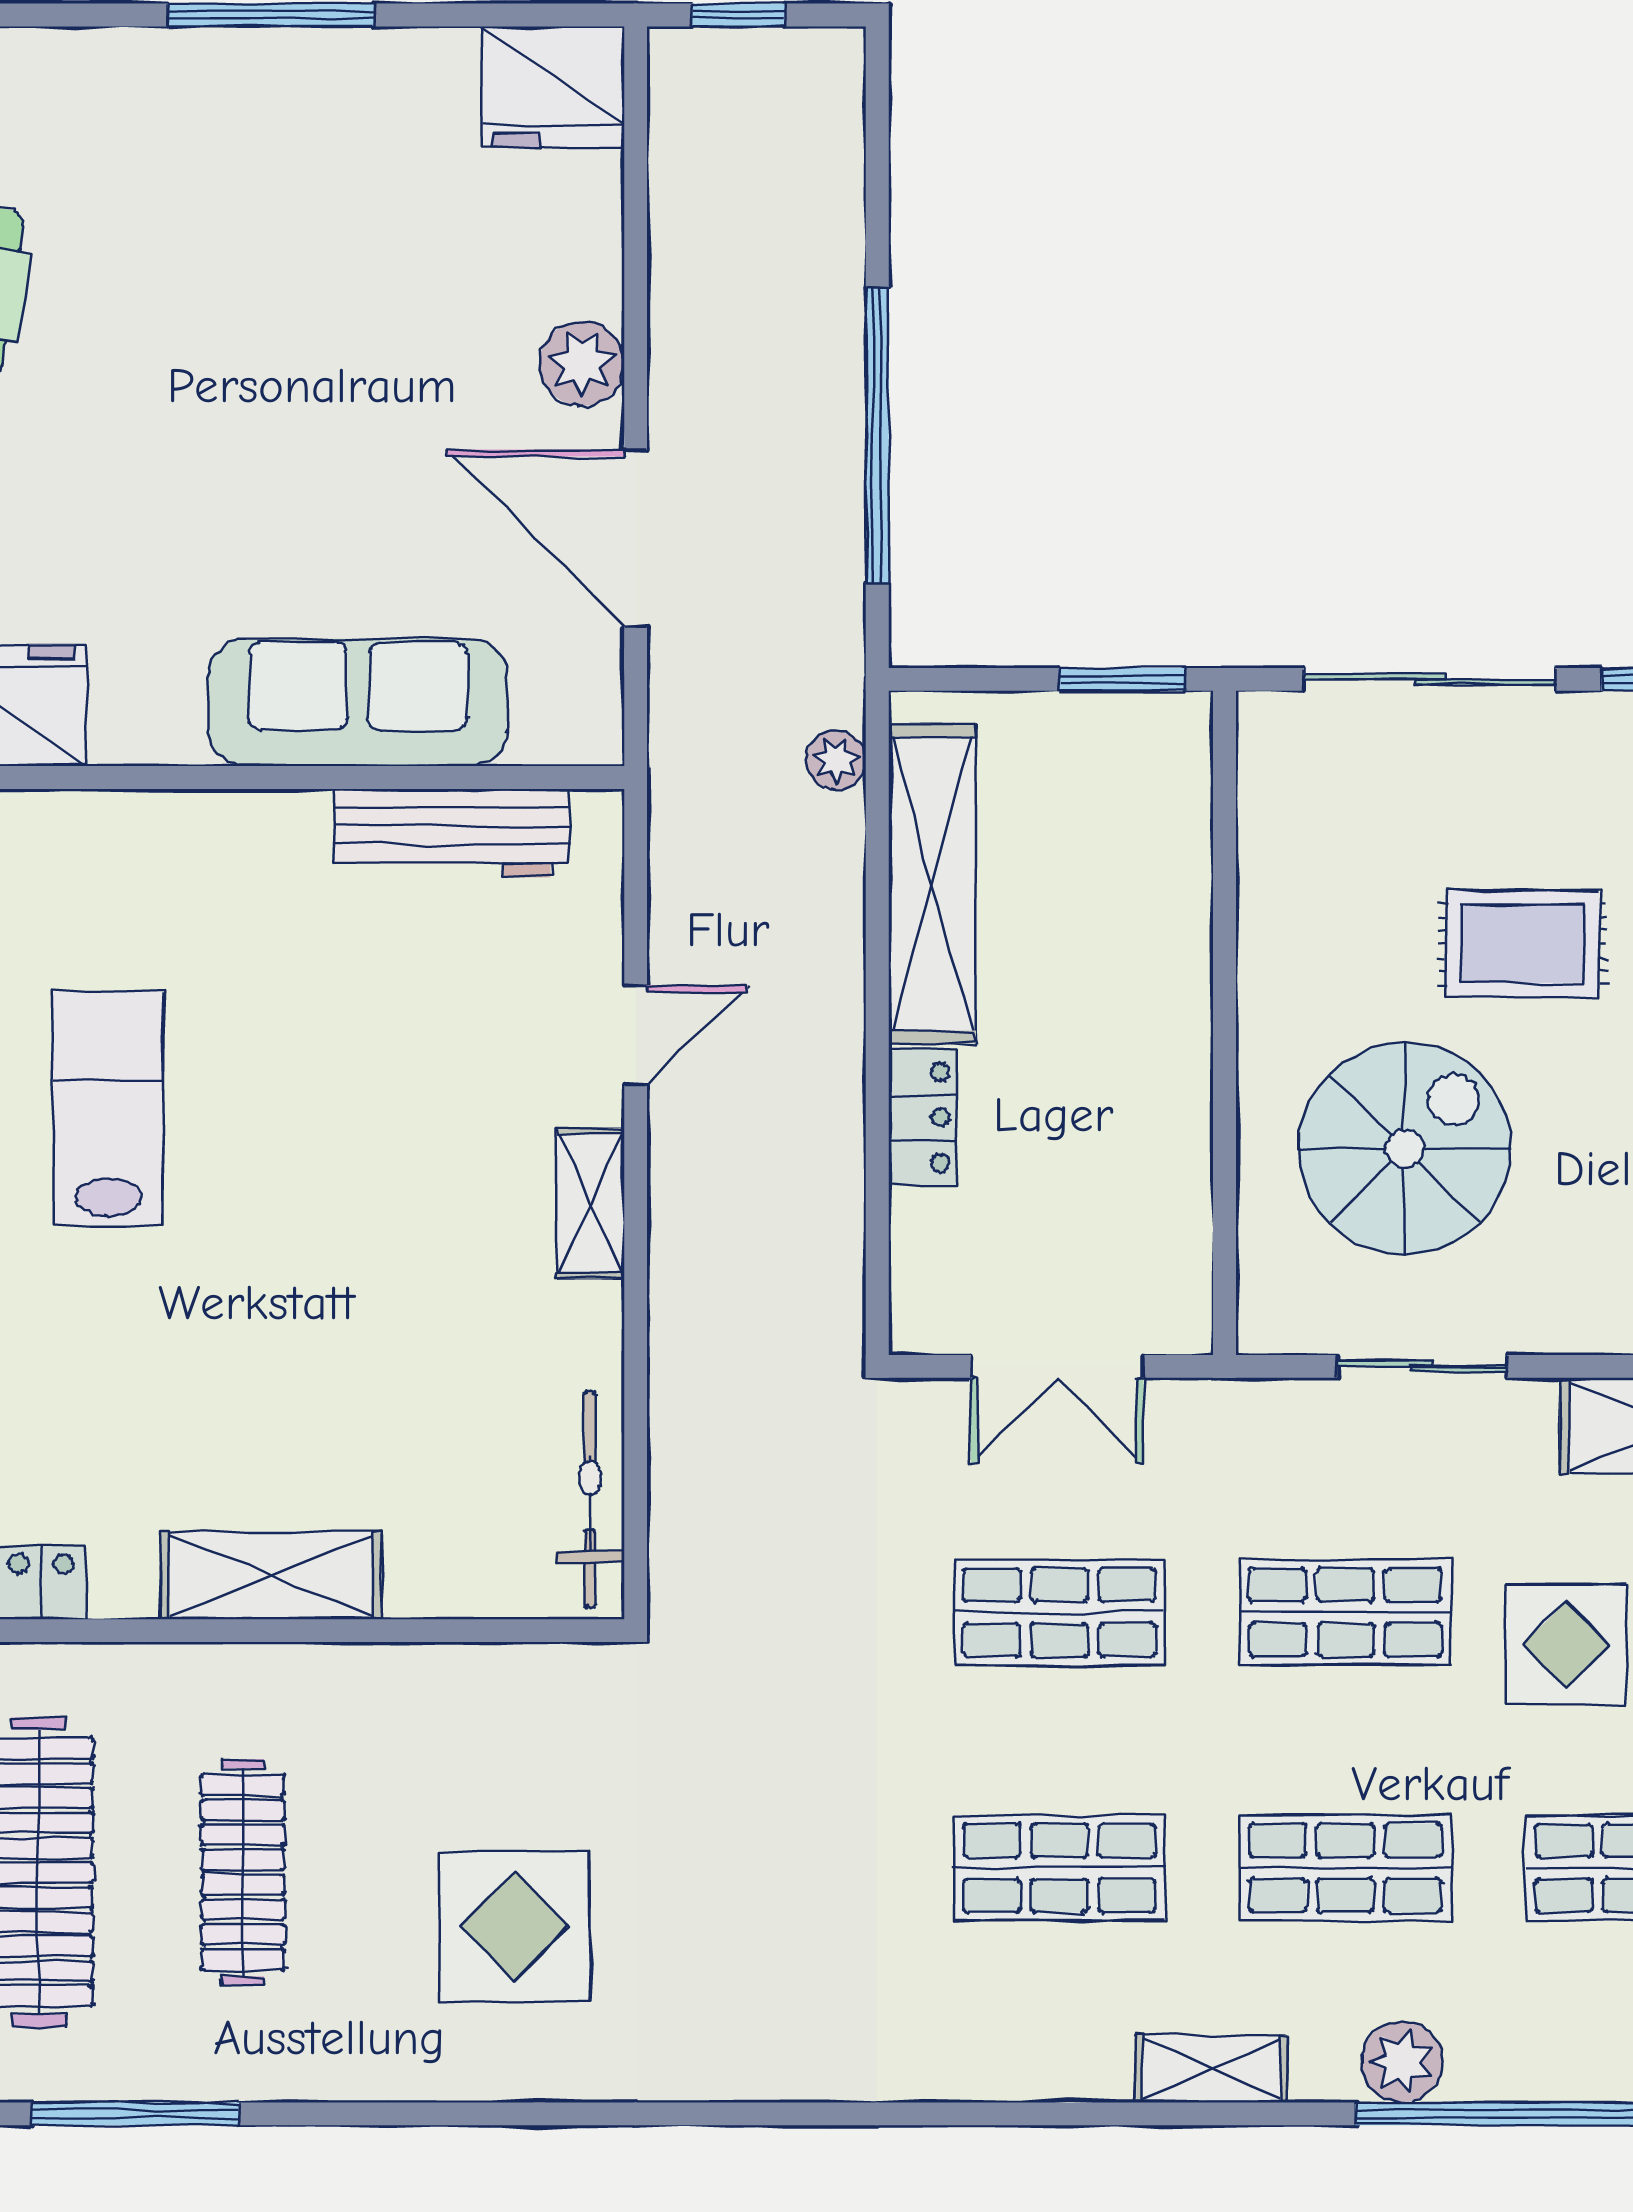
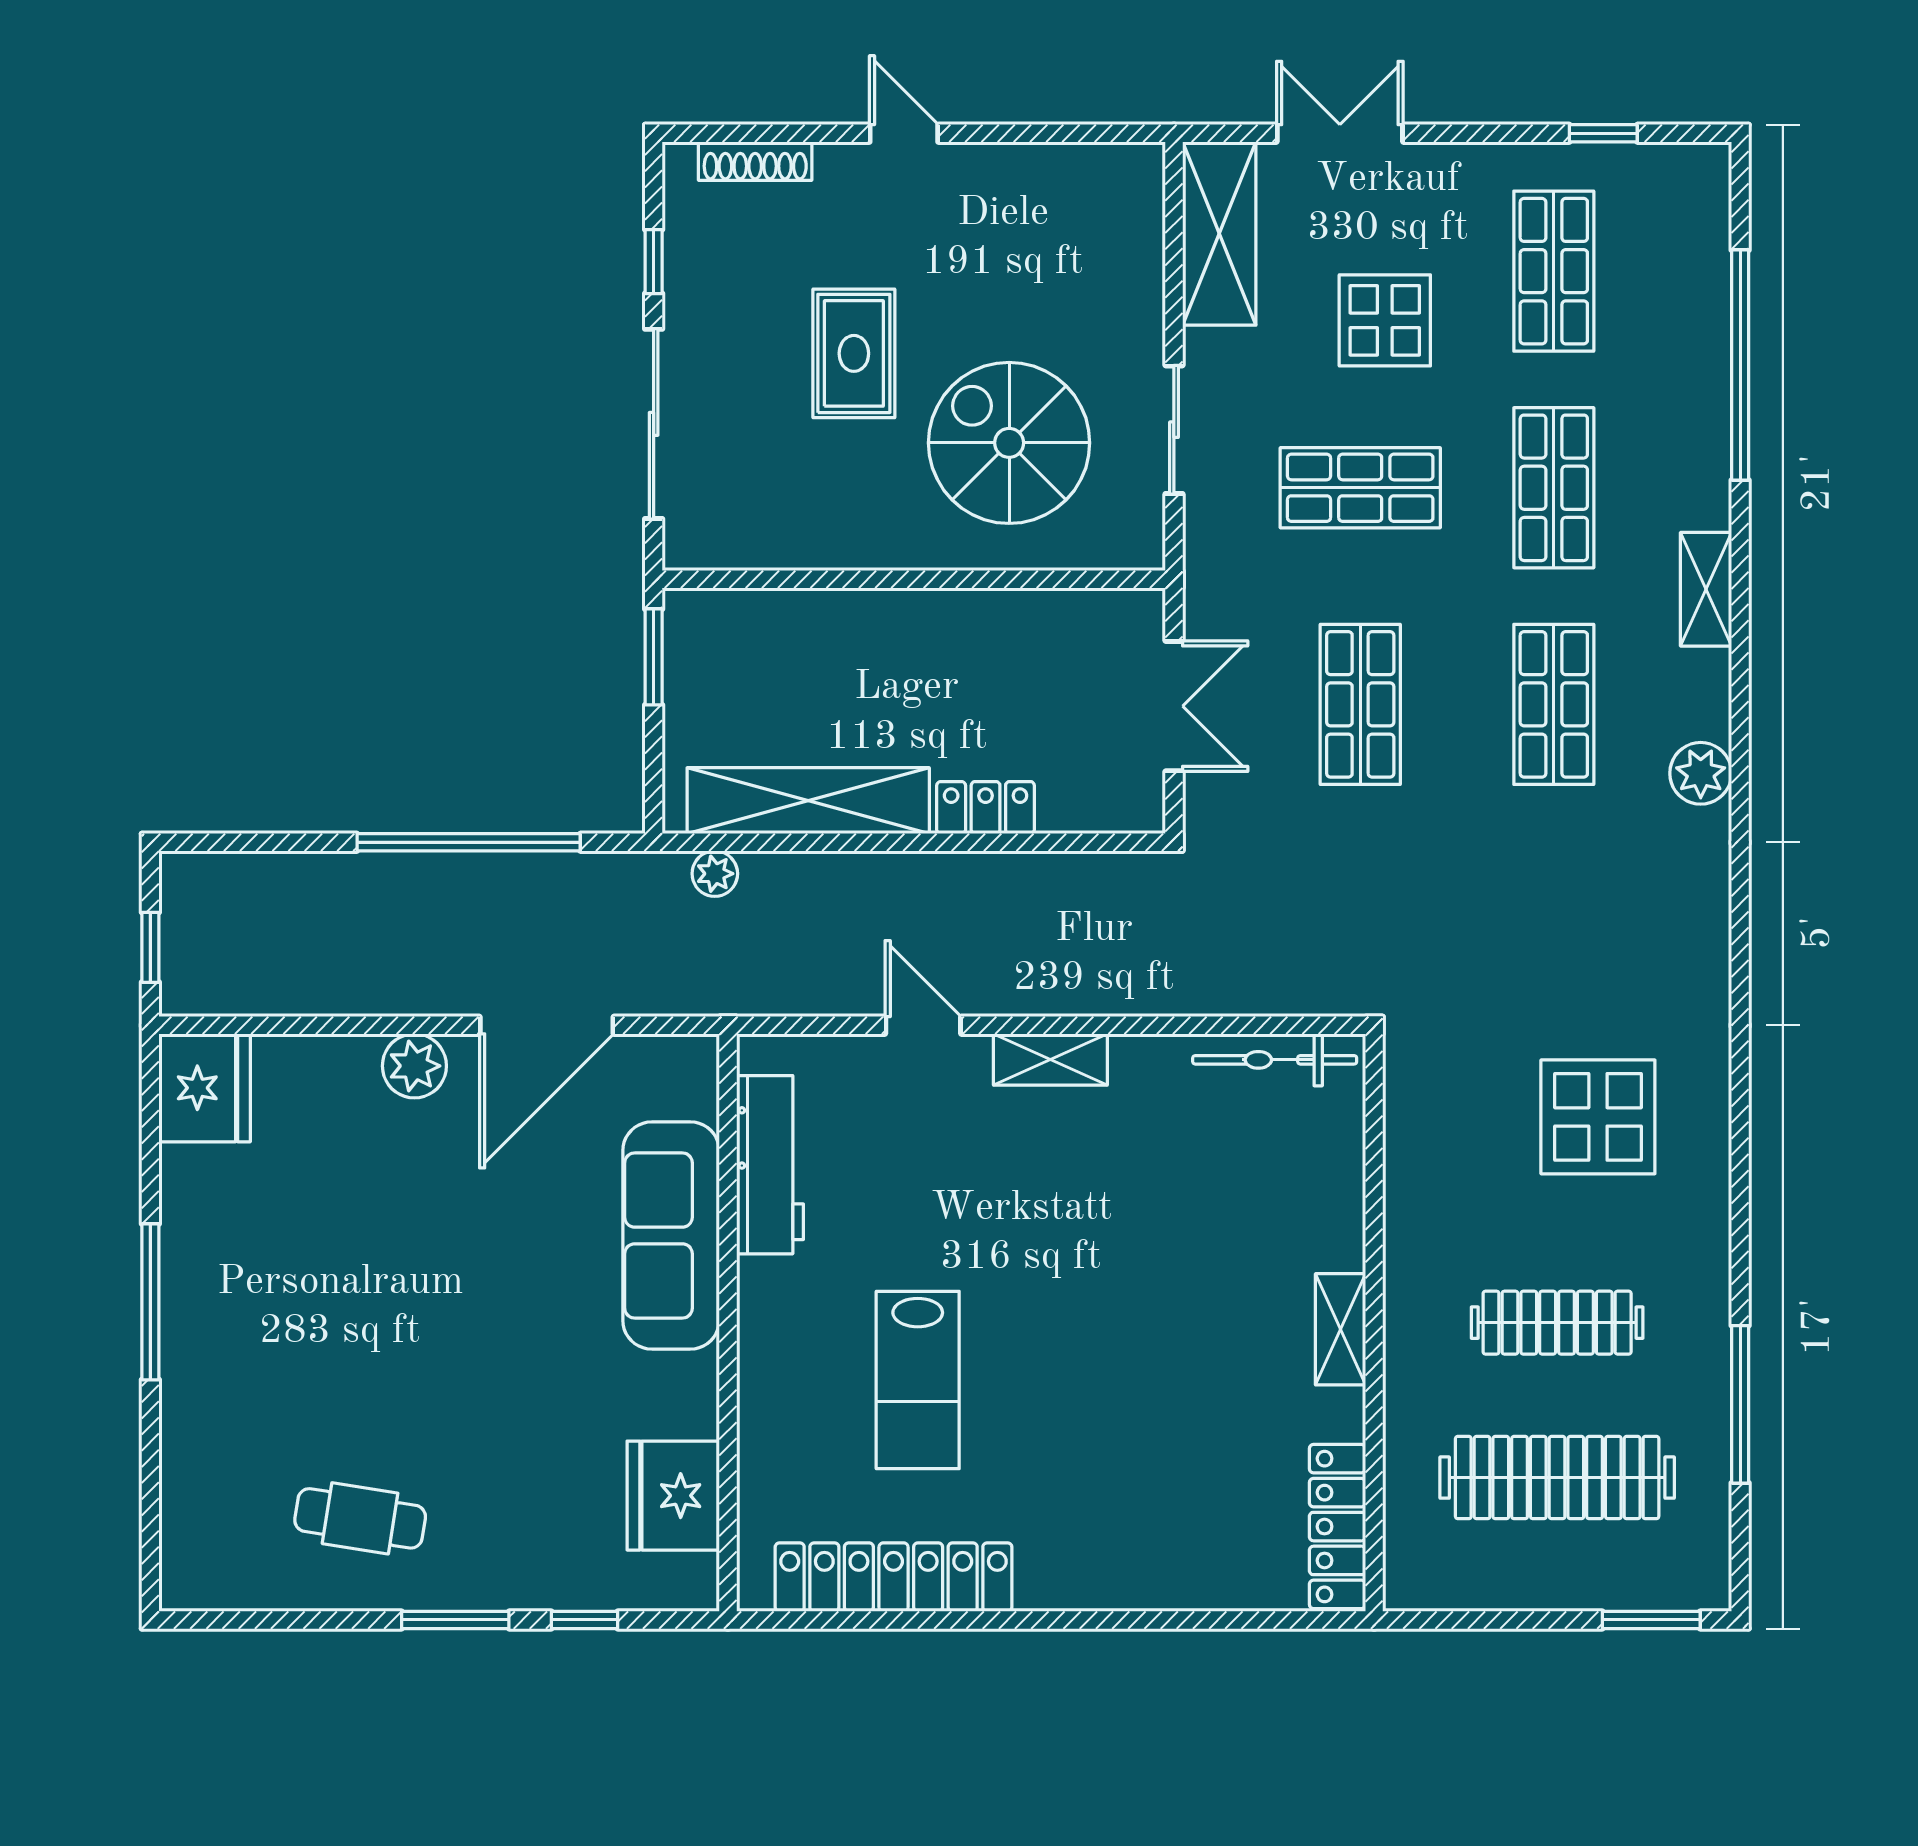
lab bench: (108, 1108) -> (918, 1380), moved, turned -90
shelving: (271, 1575) -> (1341, 1329), width x0.67, depth x0.75
shop shelf: (1345, 1612) -> (1360, 488), turned 90
plant: (1402, 2062) -> (1701, 773), moved

